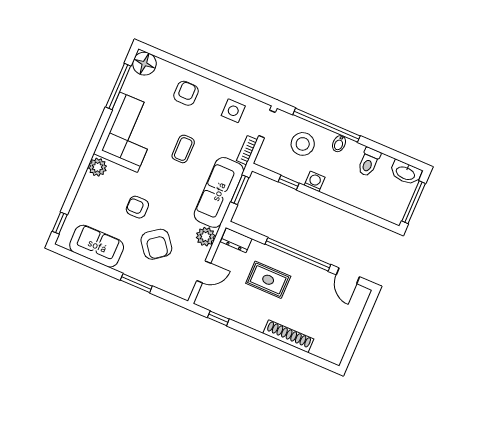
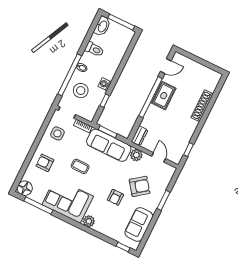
rug: (268, 280) -> (164, 96), moved

